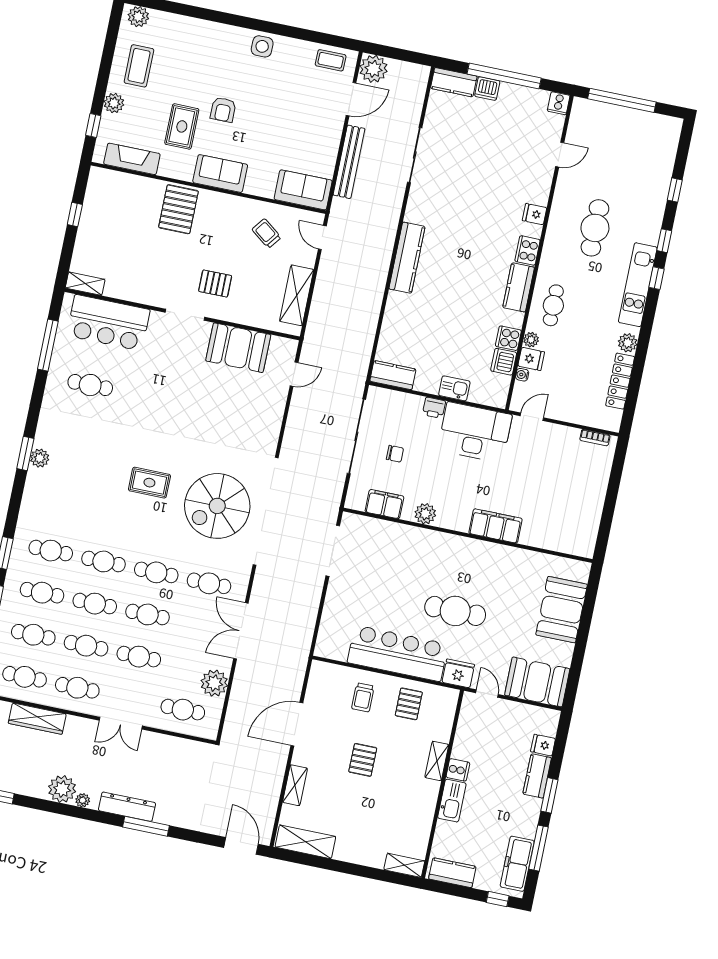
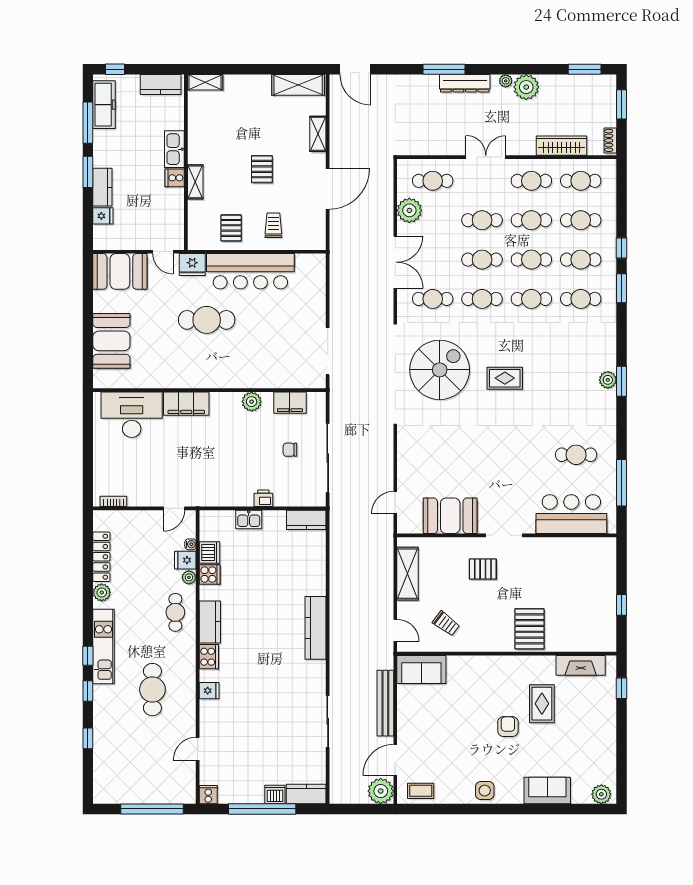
coffee table: (139, 66) -> (592, 750), removed
plant: (114, 103) -> (607, 712), removed
sofa: (220, 174) -> (547, 791), moved, turned 180
shelving: (85, 284) -> (599, 545), removed
desk: (475, 432) -> (132, 415), moved, turned 180

